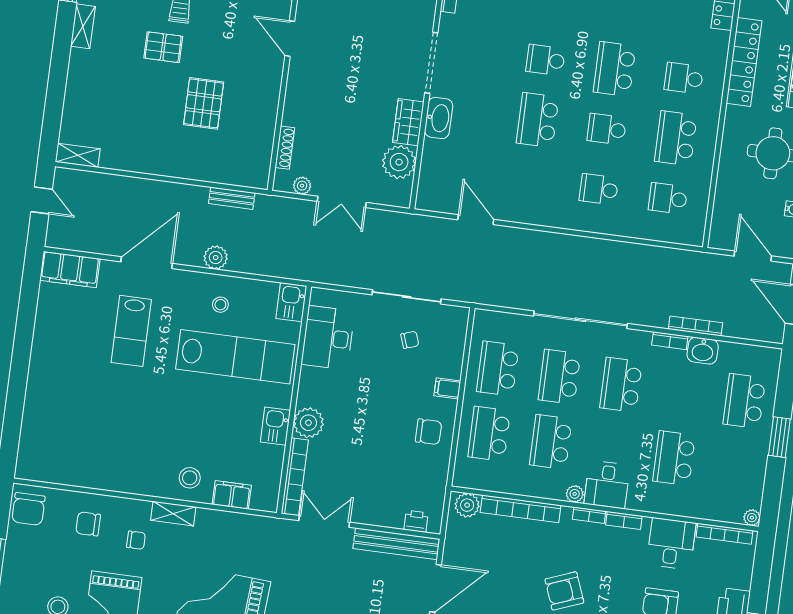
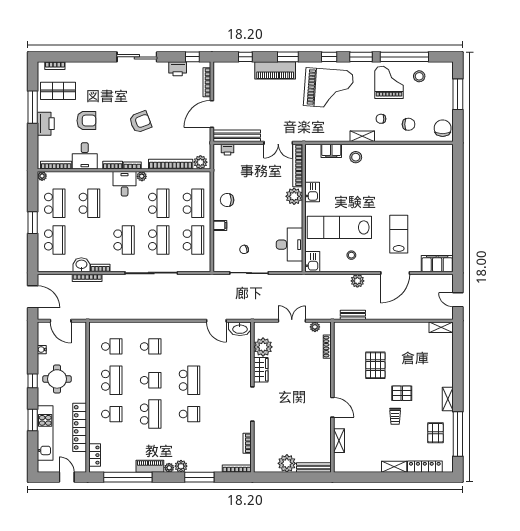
washbasin: (439, 118) -> (240, 329), moved, turned -90
school desk: (736, 466) -> (55, 203), added

